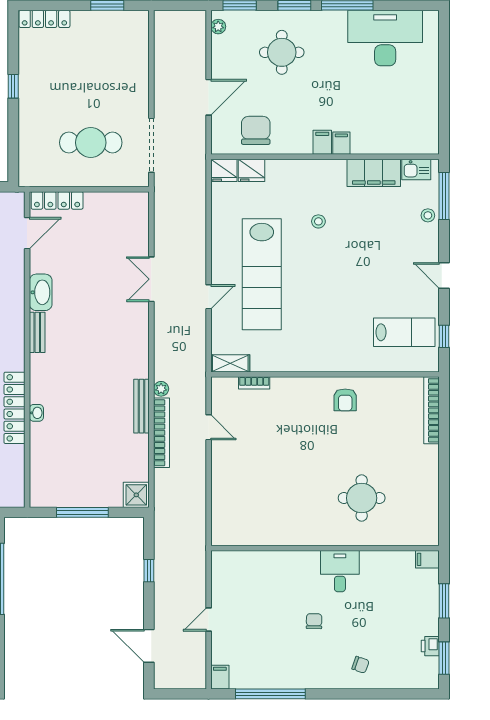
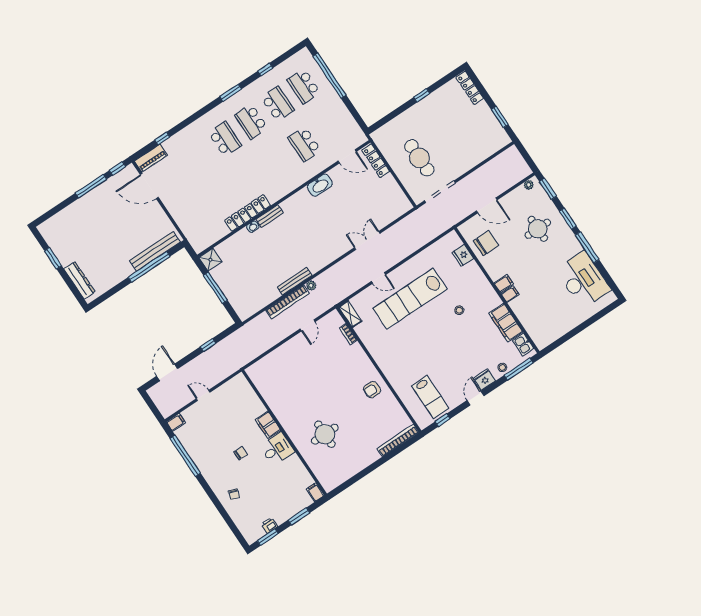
fridge: (224, 170) -> (484, 379), moved, turned 90
bench: (37, 332) -> (270, 216), moved
shower: (136, 495) -> (210, 260), moved
filing cabinet: (301, 562) -> (268, 425), added

